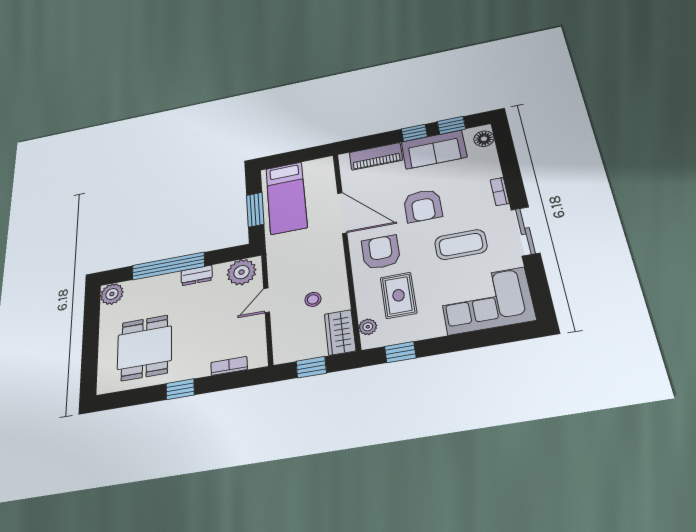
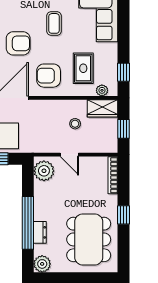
coffee table: (461, 245) -> (54, 23), width x0.73, depth x0.77
dresser: (197, 275) -> (40, 232), moved
rug: (398, 295) -> (83, 68), turned 90
dining table: (145, 348) -> (89, 239), width x1.38
bookcase: (229, 366) -> (113, 175), width x1.56

